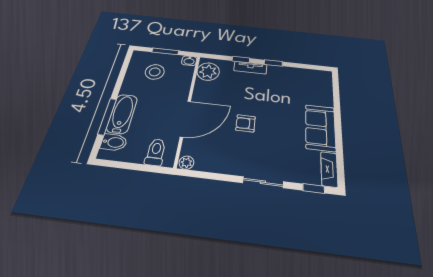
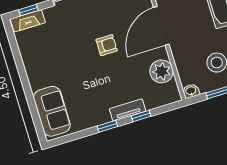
plant: (208, 72) -> (162, 71), moved
sofa: (320, 128) -> (52, 111), moved
fireplace: (329, 169) -> (28, 21), moved, turned 90

